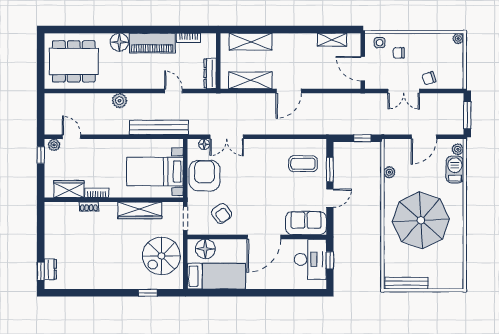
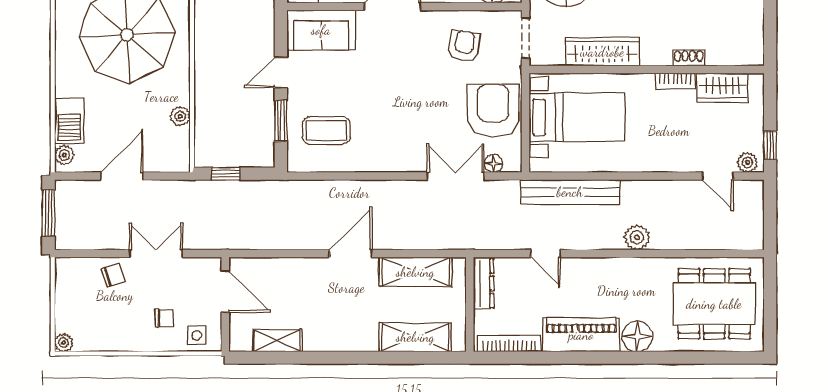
bookcase: (188, 38) -> (509, 344), width x1.56
armchair: (205, 176) -> (493, 110), turned 180
armchair: (222, 214) -> (464, 46), turned 44

